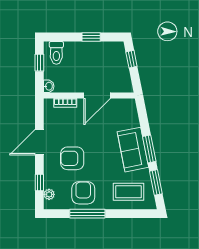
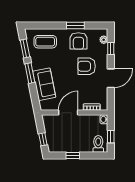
sofa: (133, 150) -> (44, 84), moved
armchair: (72, 158) -> (87, 66), turned 180
window: (87, 214) -> (75, 26), width x0.69

